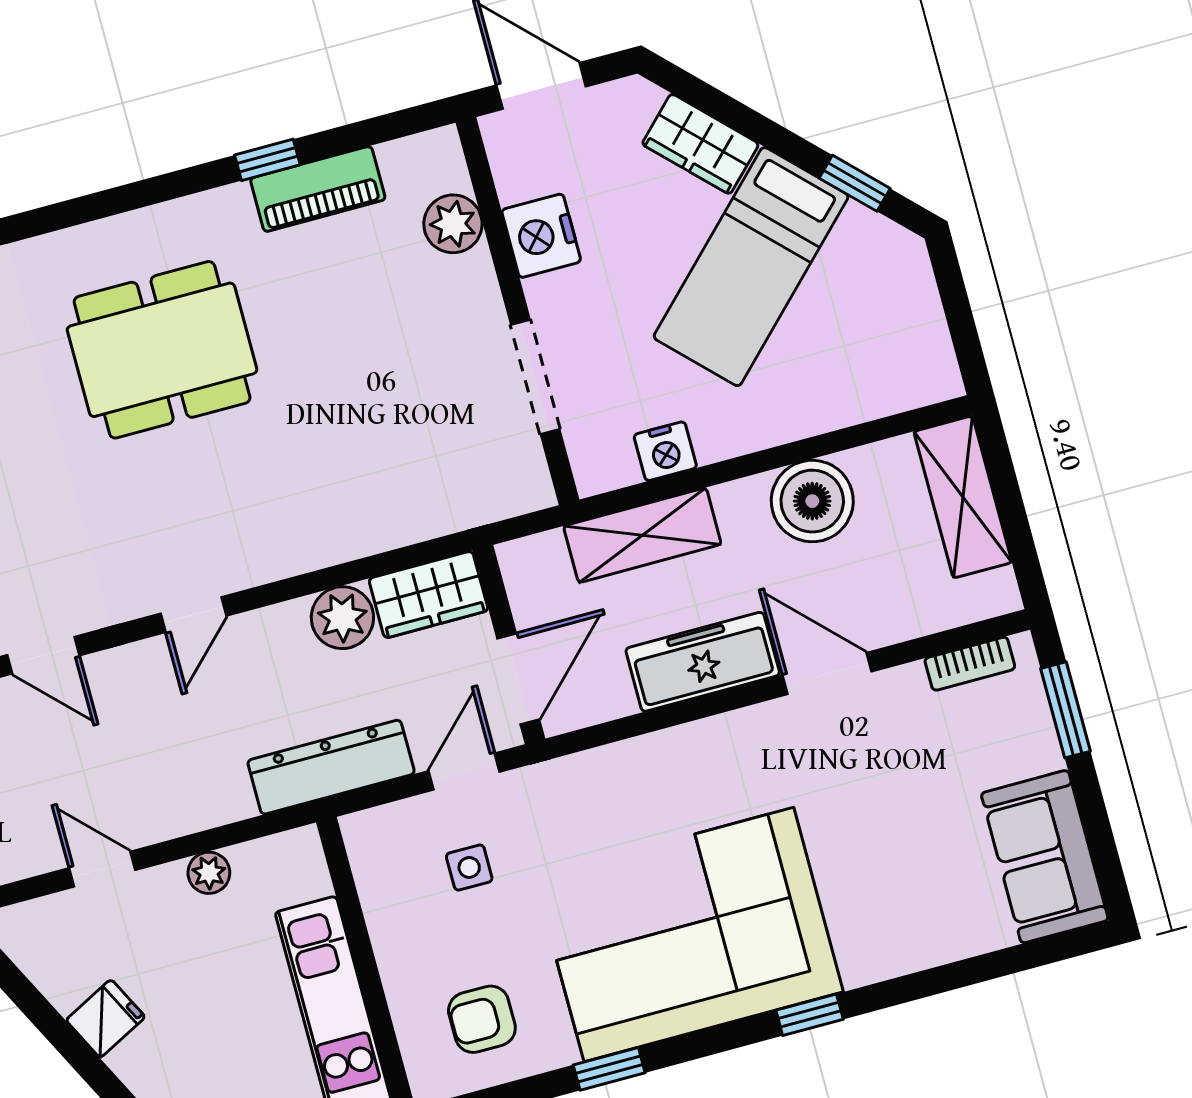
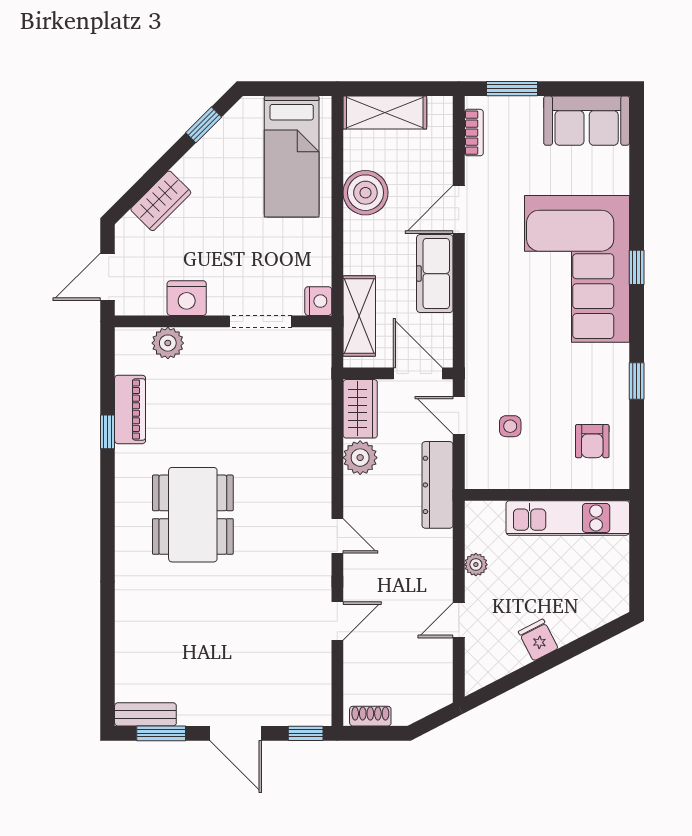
bed: (751, 267) -> (292, 156), moved, turned 45
nightstand: (665, 451) -> (318, 301), moved
shelving: (642, 535) -> (359, 316), moved
corner sofa: (689, 935) -> (577, 269), moved

